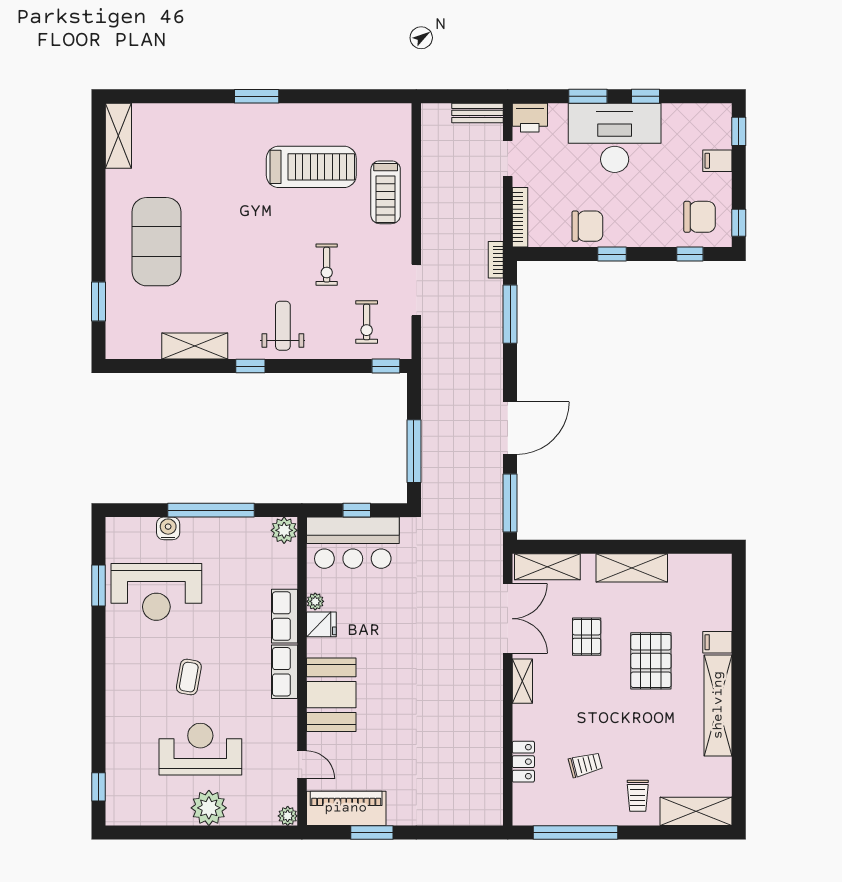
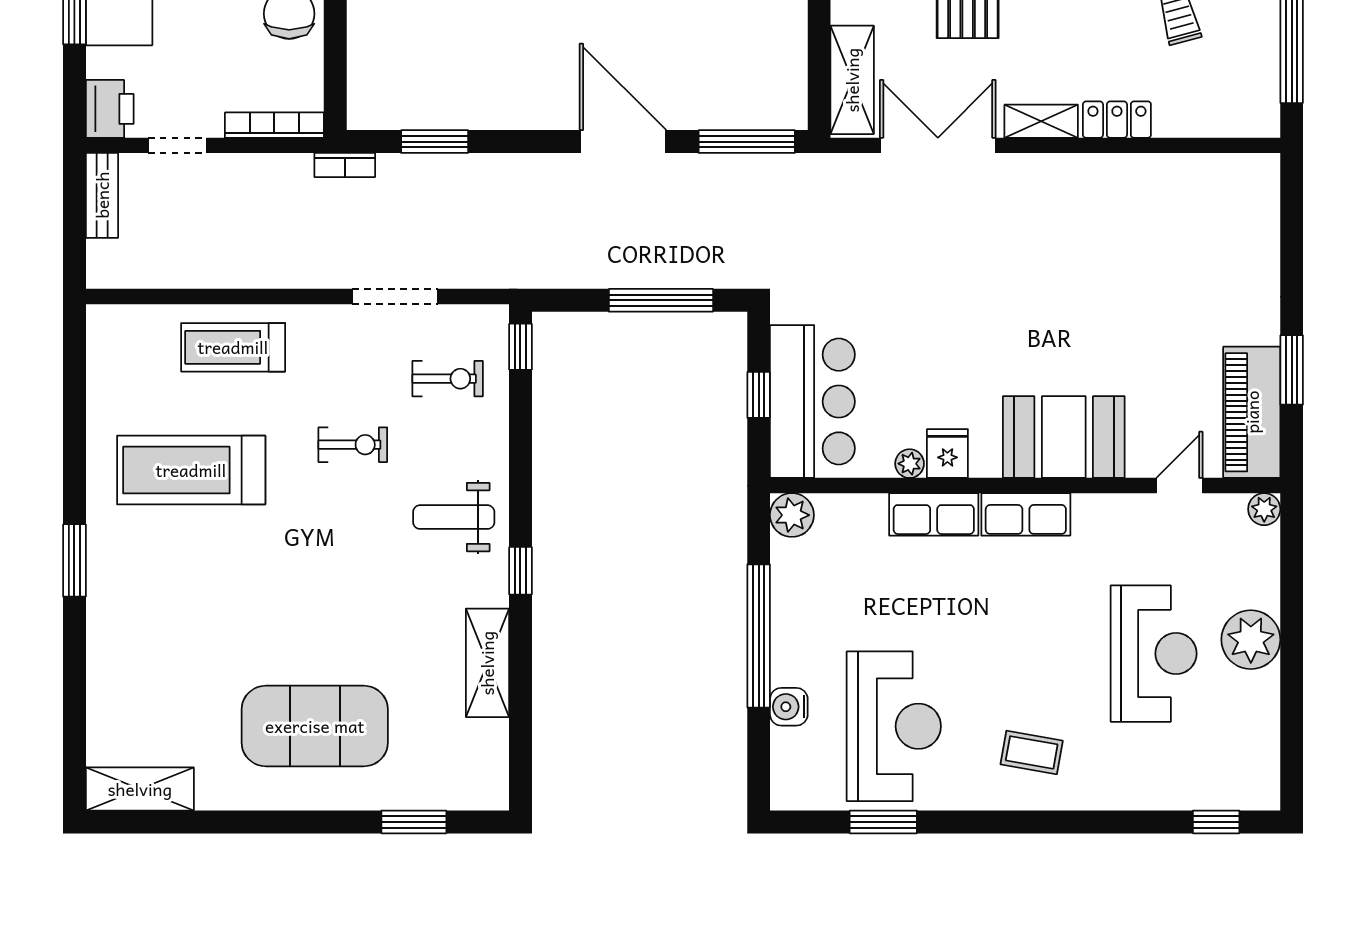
treadmill: (311, 167) -> (191, 470), turned -90
treadmill: (386, 192) -> (233, 347), turned 180
window: (510, 314) -> (435, 142), width x0.69
coffee table: (189, 677) -> (1032, 752), moved
reception desk: (200, 749) -> (1154, 654), turned 180
locker: (523, 762) -> (1117, 120), moved

